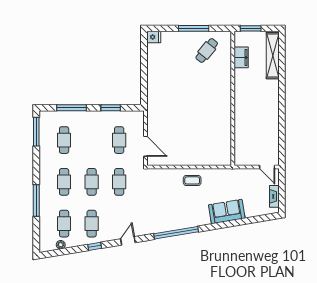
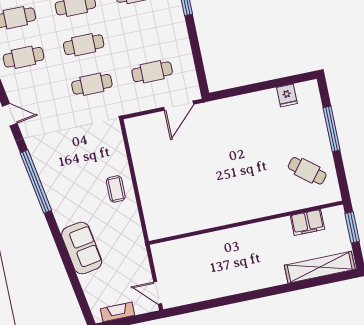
window: (194, 28) -> (332, 129), moved
fridge: (154, 37) -> (287, 96), moved
window: (111, 108) -> (196, 50), removed
door: (145, 146) -> (179, 106), moved
door: (267, 167) -> (158, 293), hinge flipped

